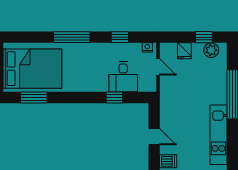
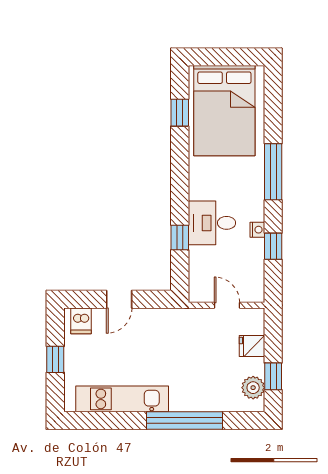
nightstand: (147, 47) -> (257, 230), moved
door: (158, 67) -> (227, 305), swing flipped
desk: (123, 77) -> (212, 223), moved
window: (34, 98) -> (180, 113), width x0.67

